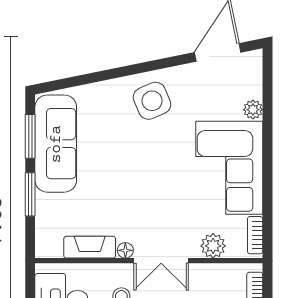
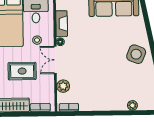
side table: (152, 101) -> (136, 54), turned 45
corner sofa: (229, 168) -> (103, 94), removed

